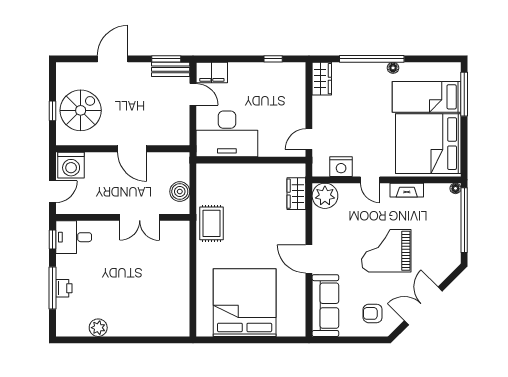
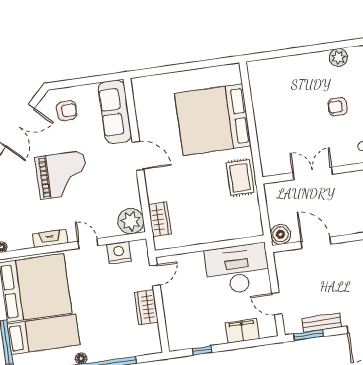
bench: (171, 69) -> (322, 323), moved
filing cabinet: (212, 73) -> (242, 331), moved
wardrobe: (322, 79) -> (146, 307), moved
door: (132, 149) -> (316, 243), moved
boiler: (180, 192) -> (280, 234), moved
armchair: (106, 279) -> (338, 107), added
bed: (245, 303) -> (213, 120), moved, turned 90

